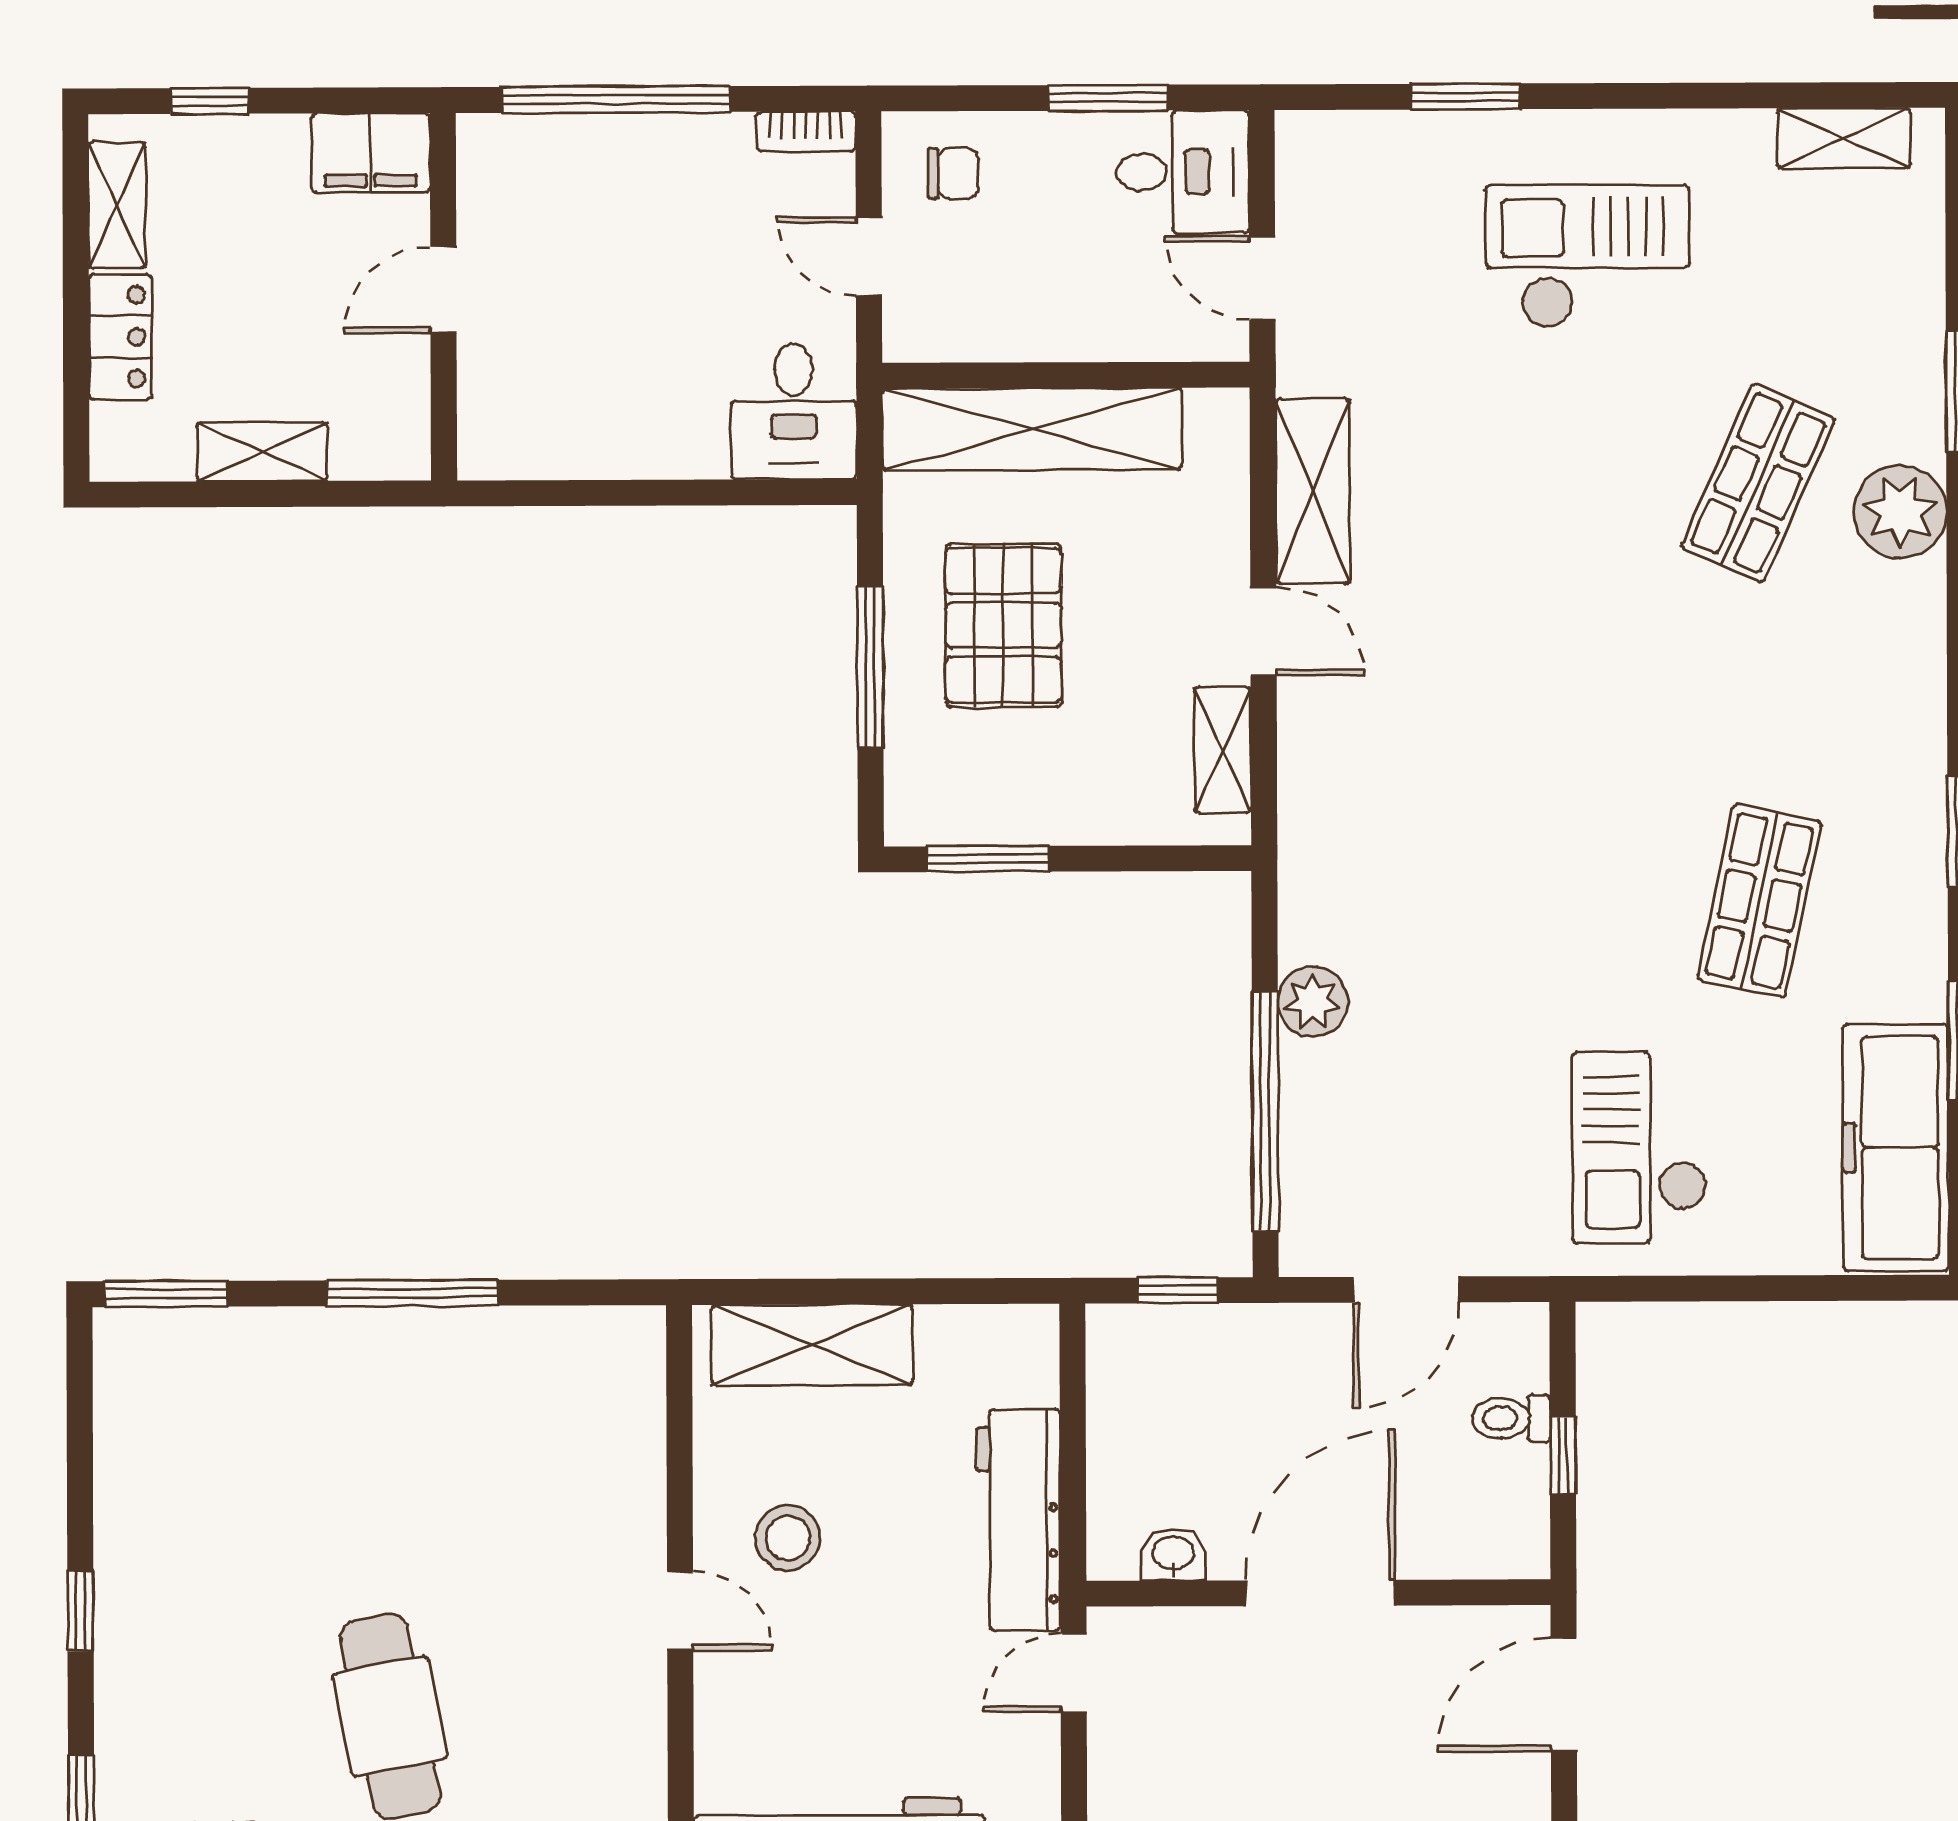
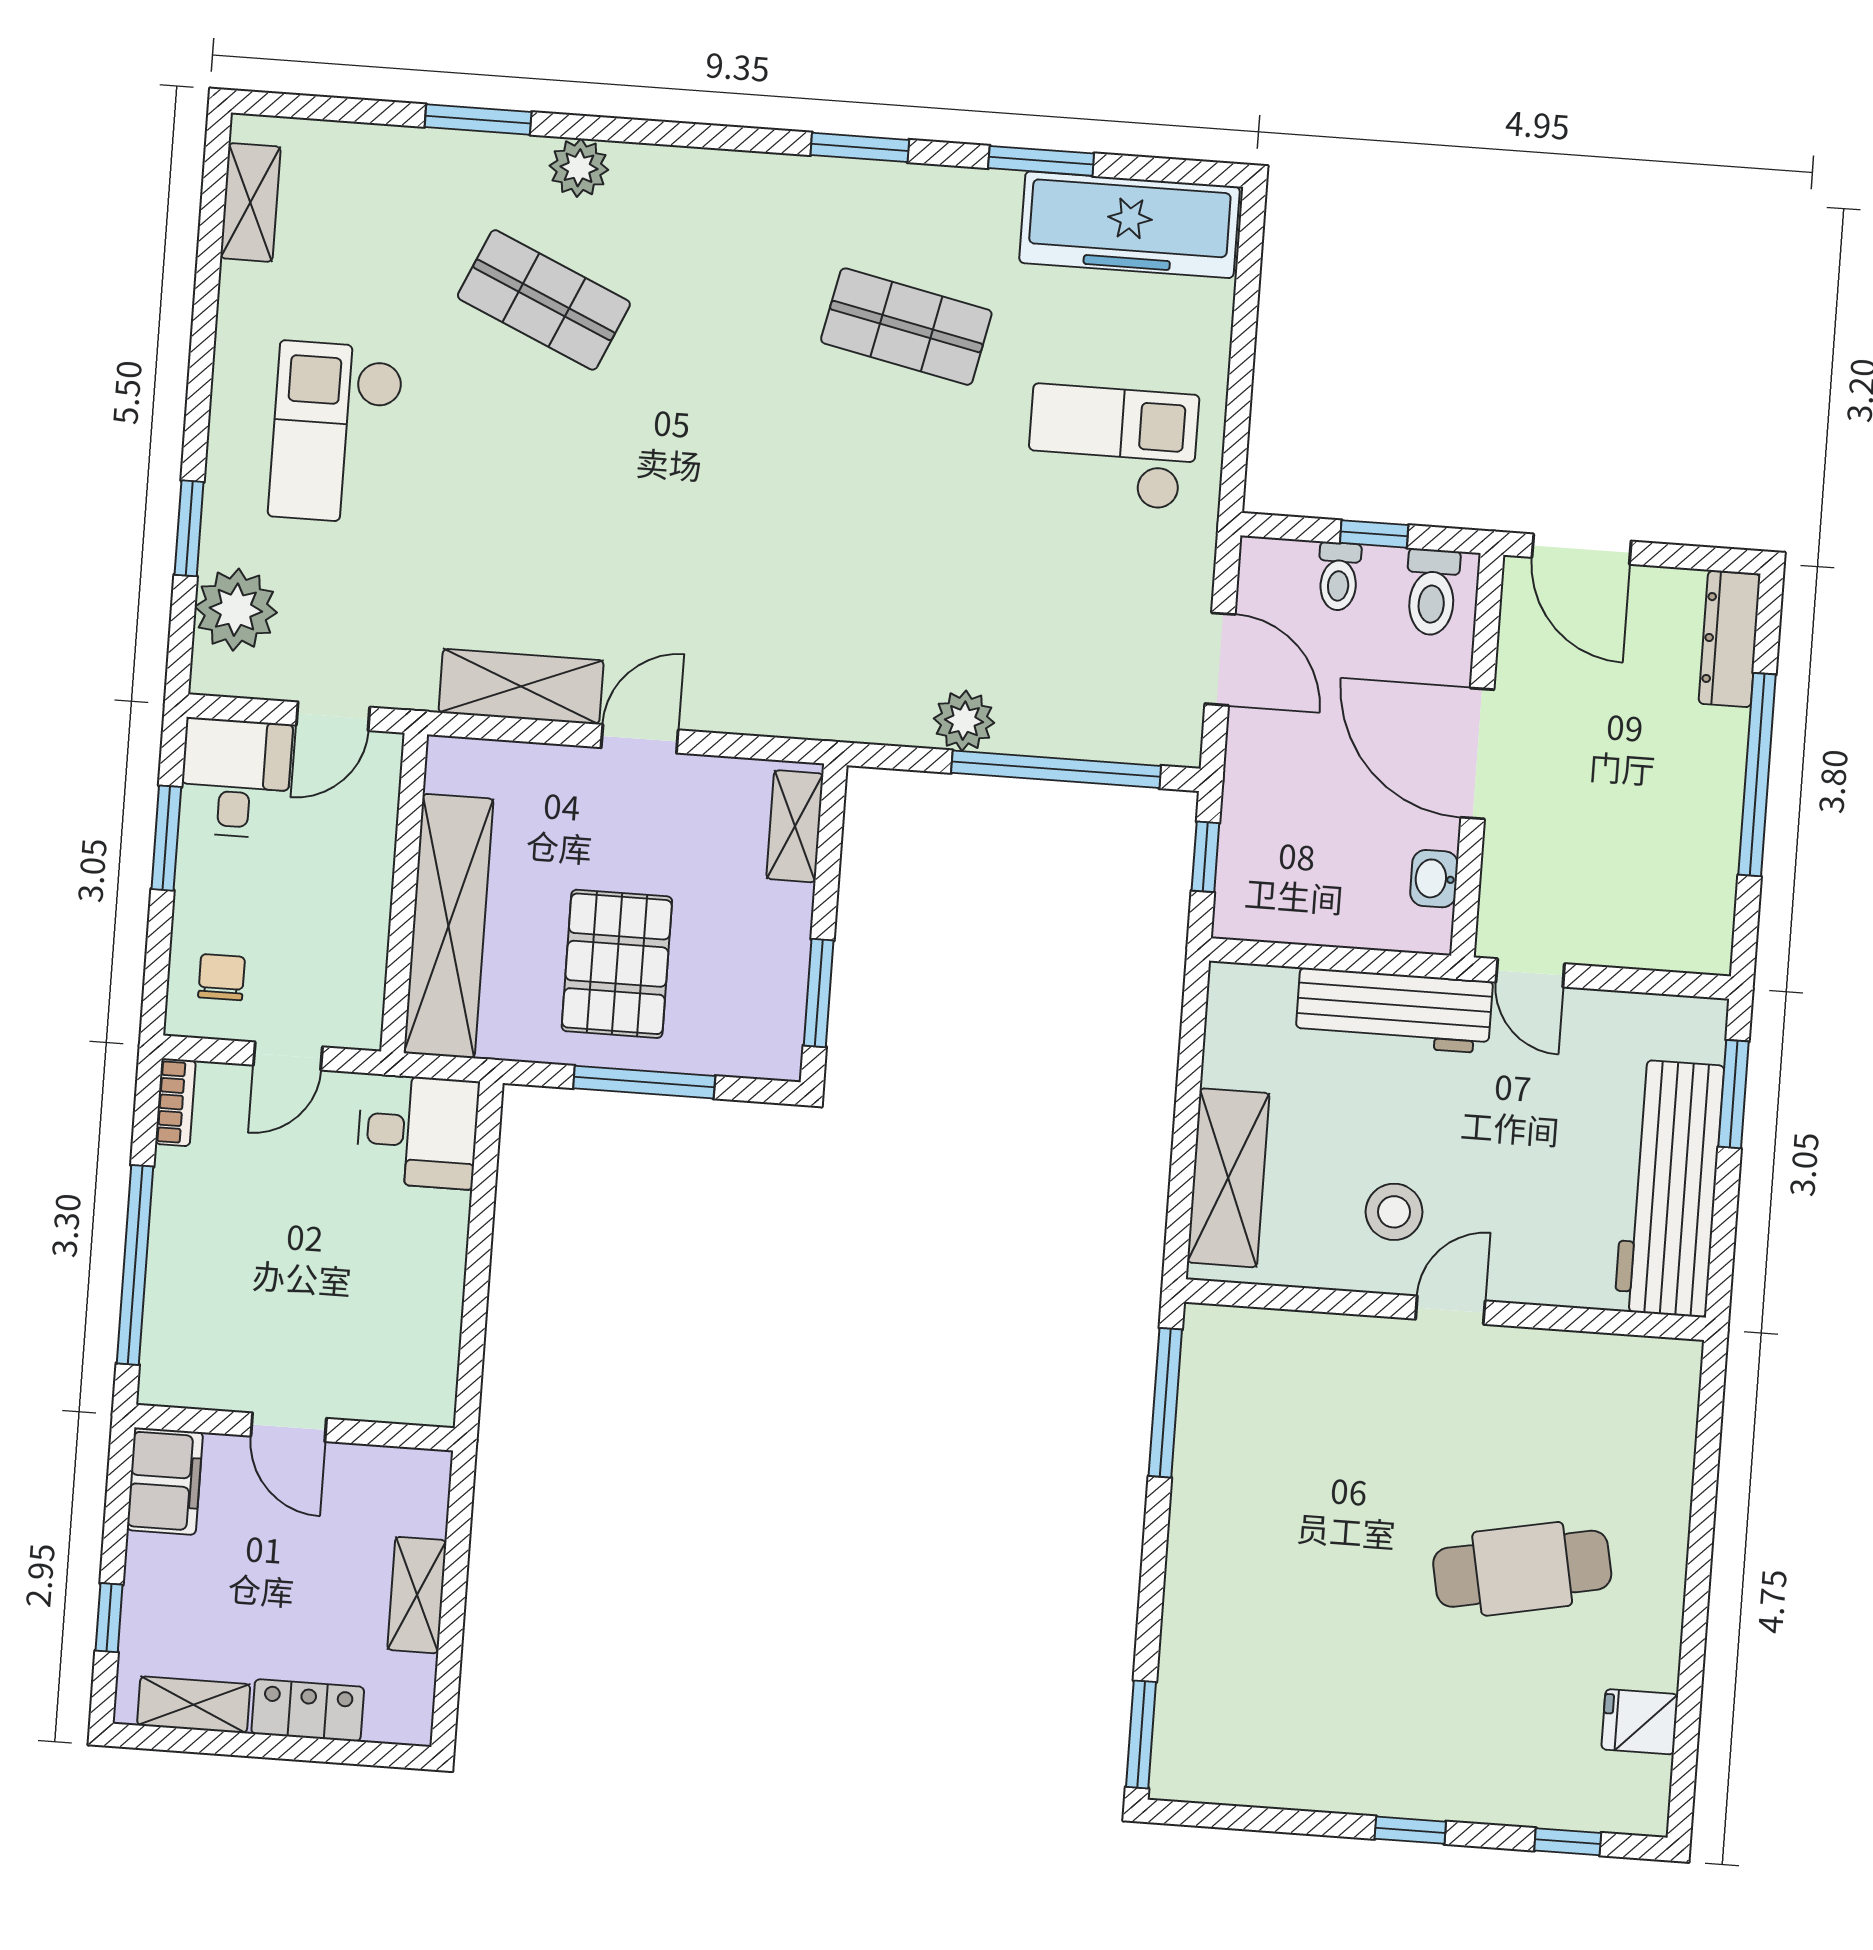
plant: (1376, 157) -> (236, 610), added
plant: (1900, 512) -> (579, 168), width x0.73, depth x0.73
pallet: (1003, 625) -> (617, 964), turned 90
shelving: (1223, 750) -> (795, 826), moved, turned 90
checkout: (1639, 1148) -> (1112, 447), turned 180
window: (412, 1293) -> (1165, 1403), moved
toilet: (1501, 1527) -> (1432, 592), added

